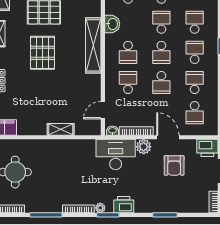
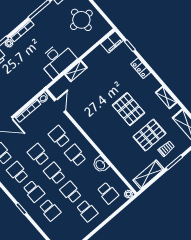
school desk: (161, 22) -> (71, 192), turned 180
shelving: (93, 45) -> (101, 141), removed
school desk: (128, 83) -> (59, 137), turned 180
school desk: (195, 83) -> (18, 172), turned 180
plant: (144, 147) -> (15, 105), removed
desk: (116, 154) -> (57, 60), moved

